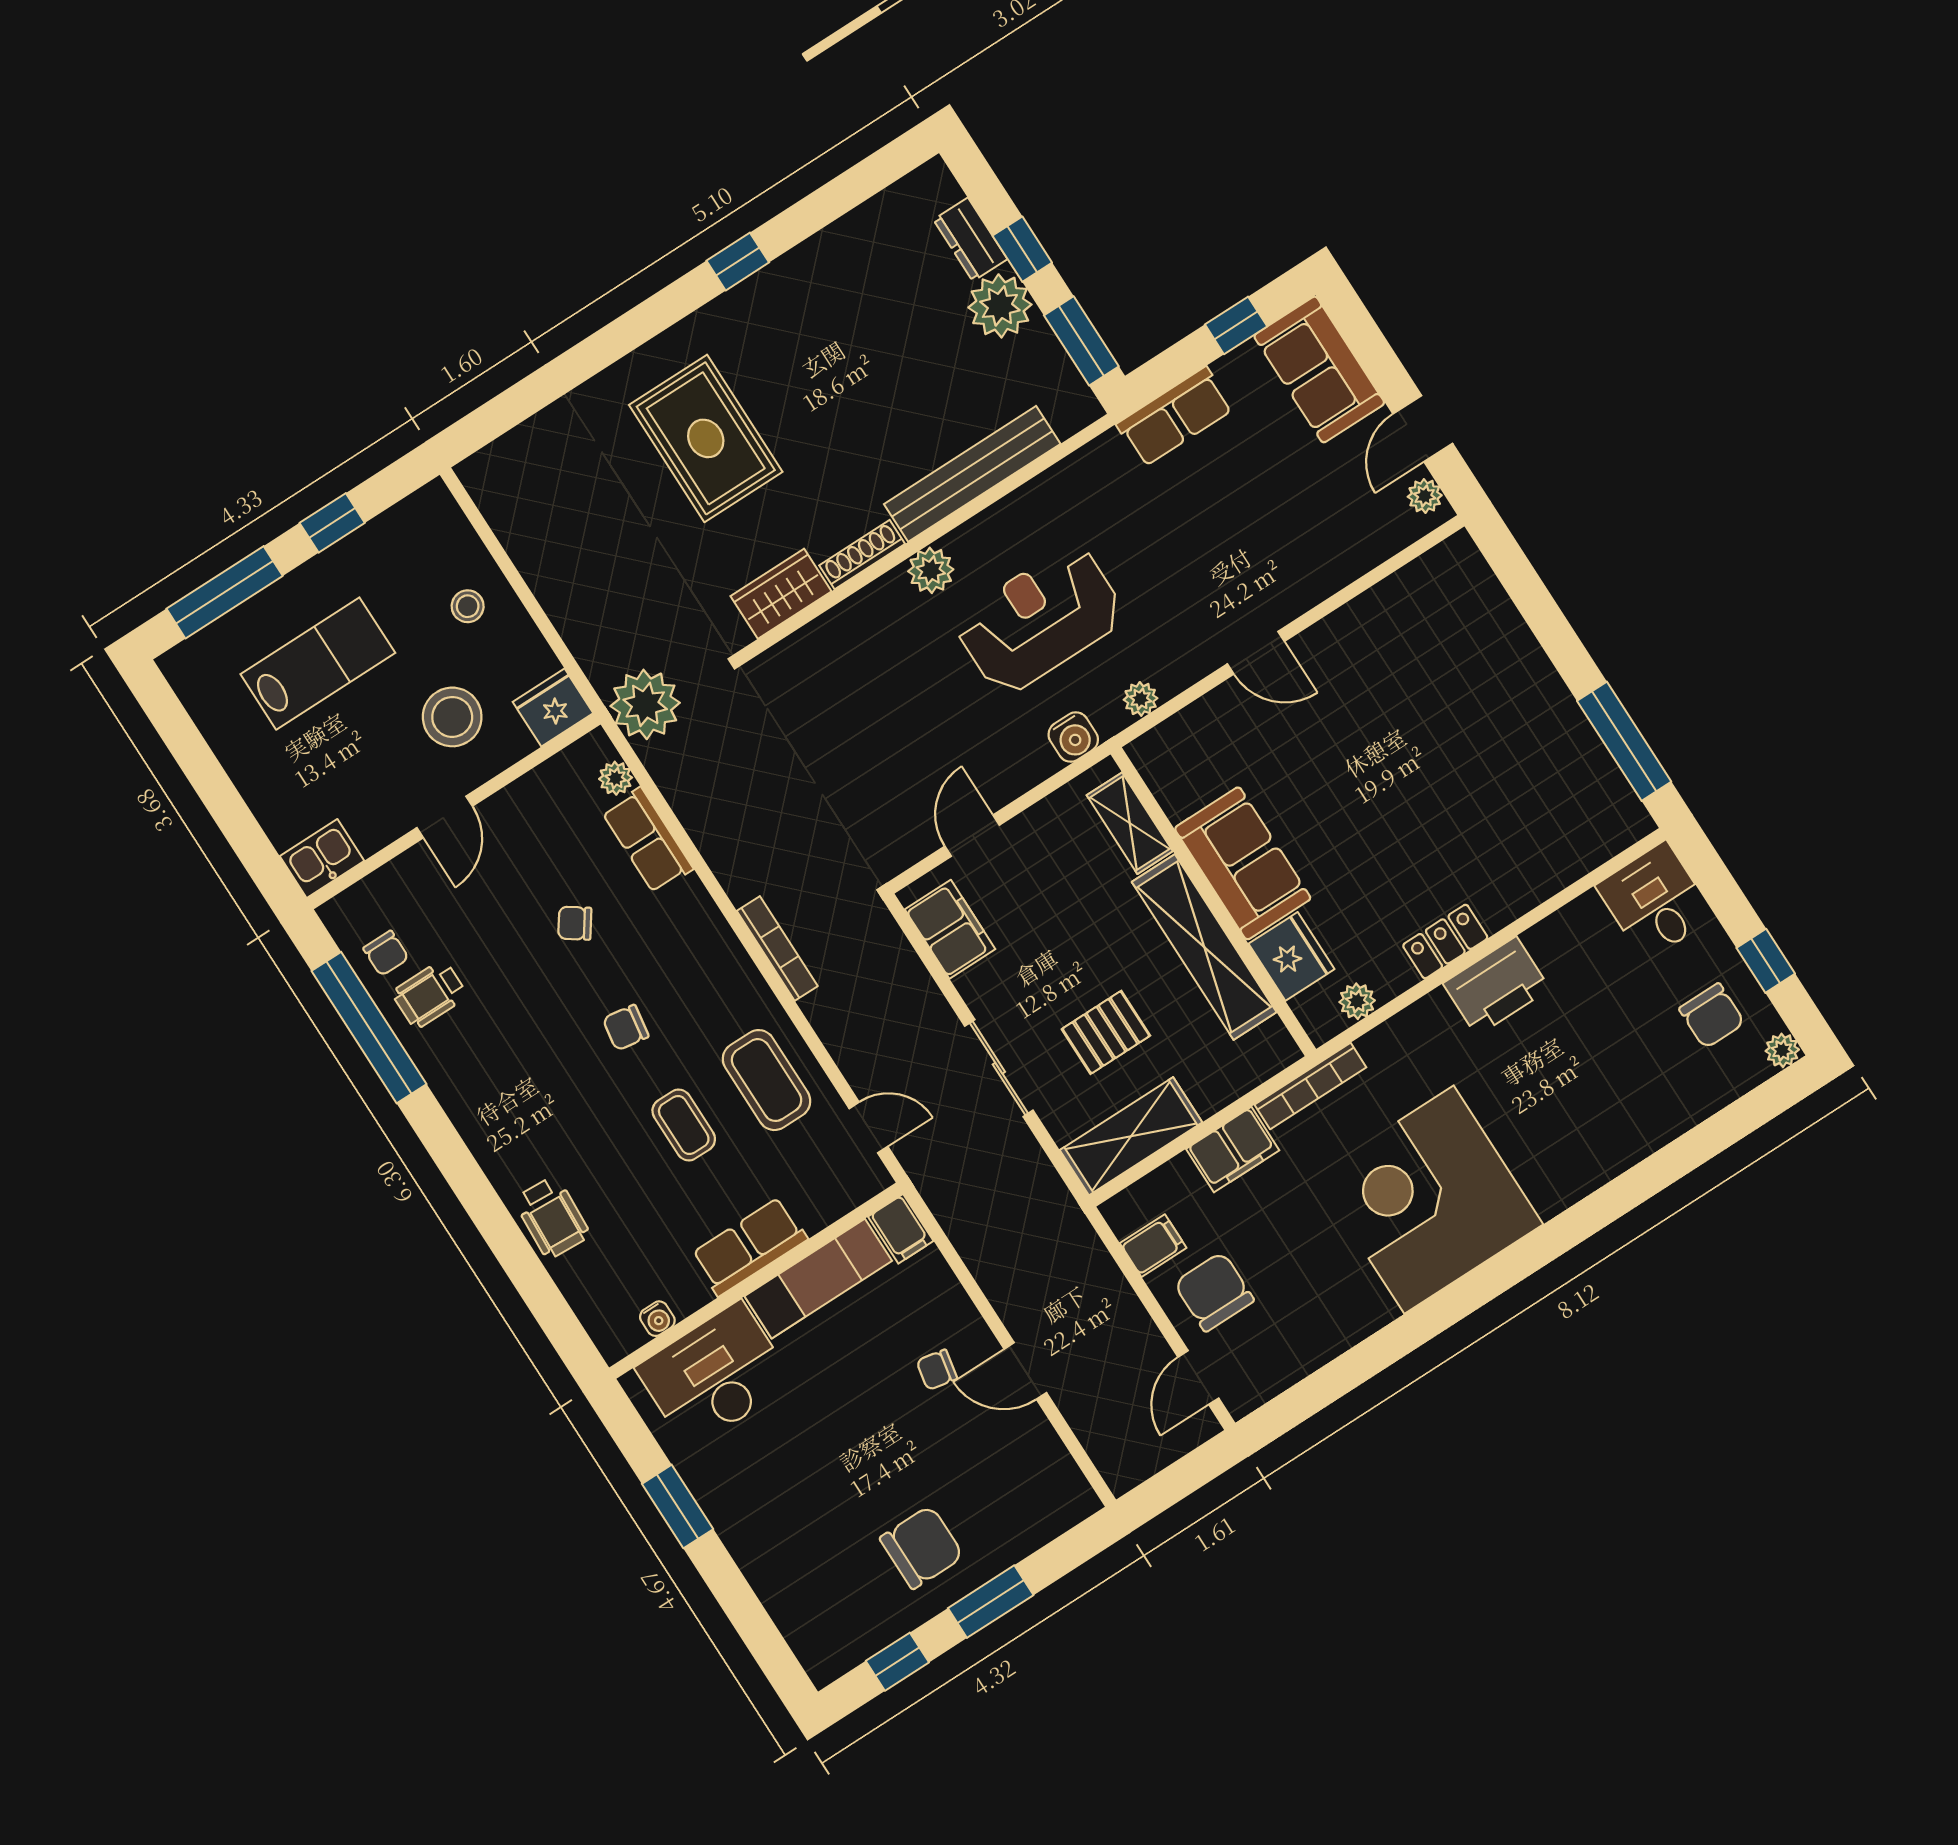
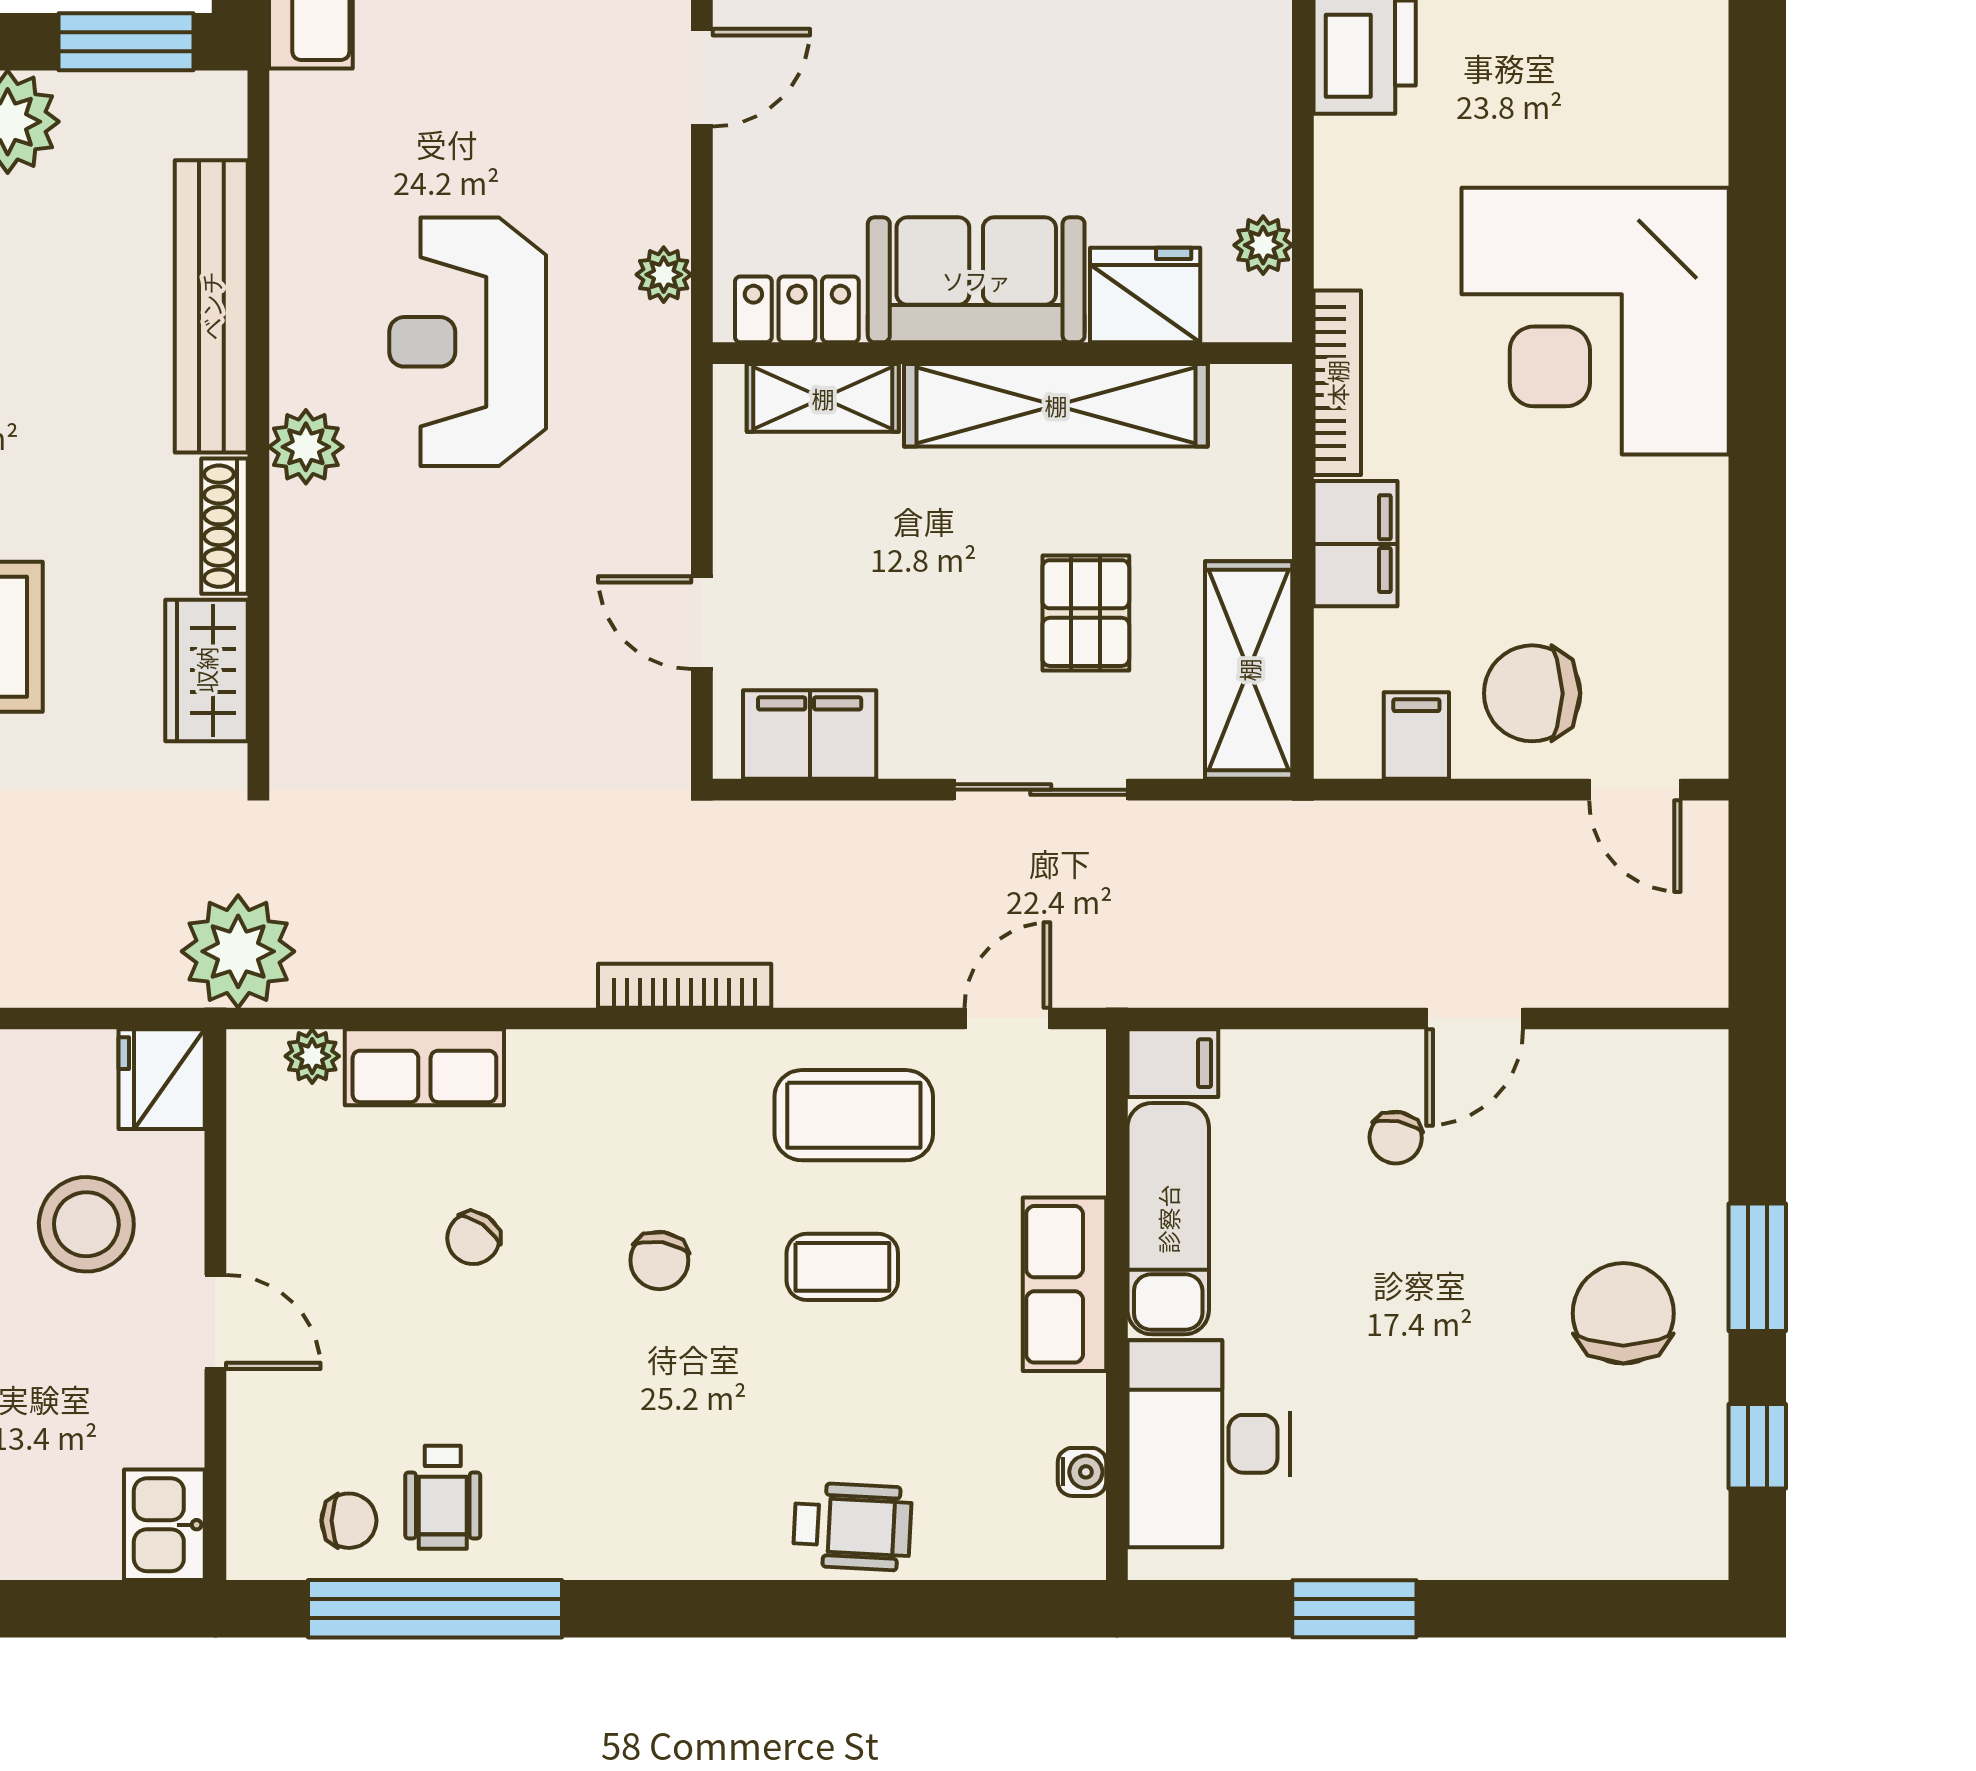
water cooler: (1073, 737) -> (657, 399), removed
locker: (1445, 941) -> (797, 309), moved, turned 90

